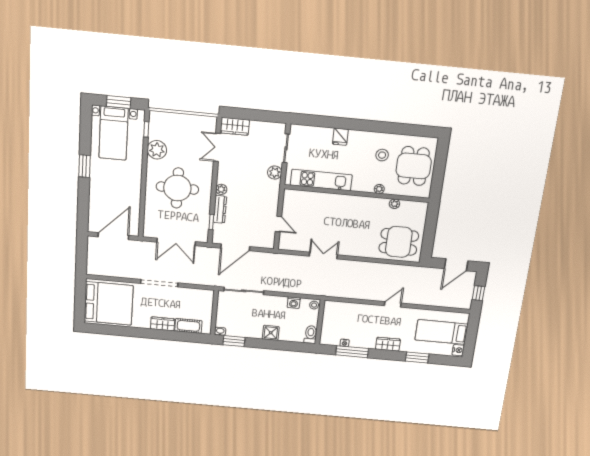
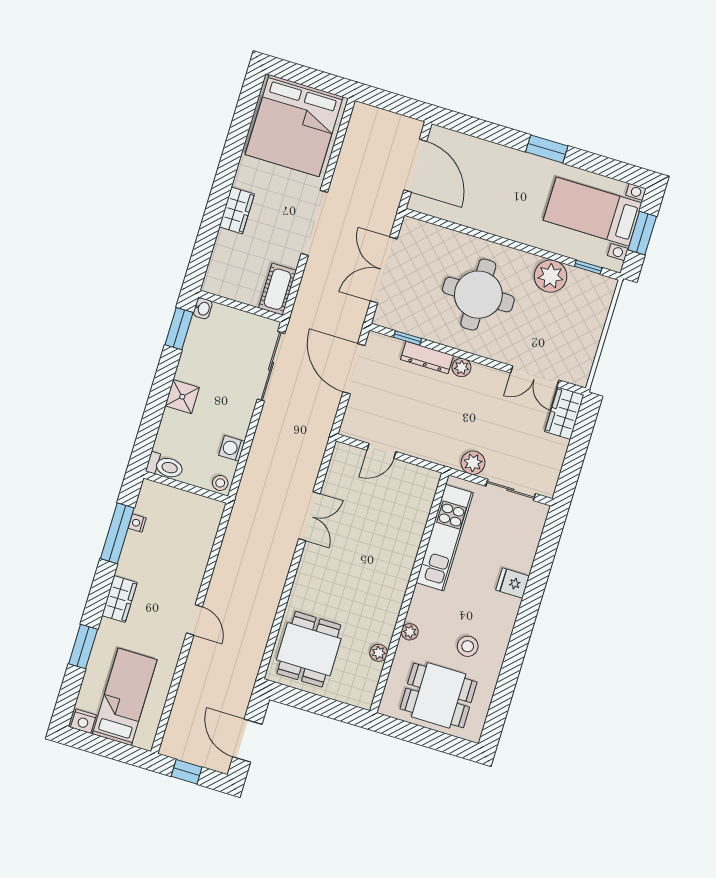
double door: (217, 147) -> (535, 376), swing flipped
cot: (188, 326) -> (277, 289), moved

